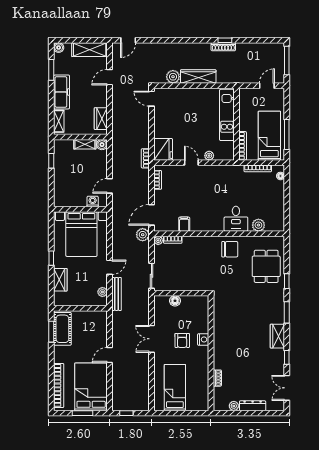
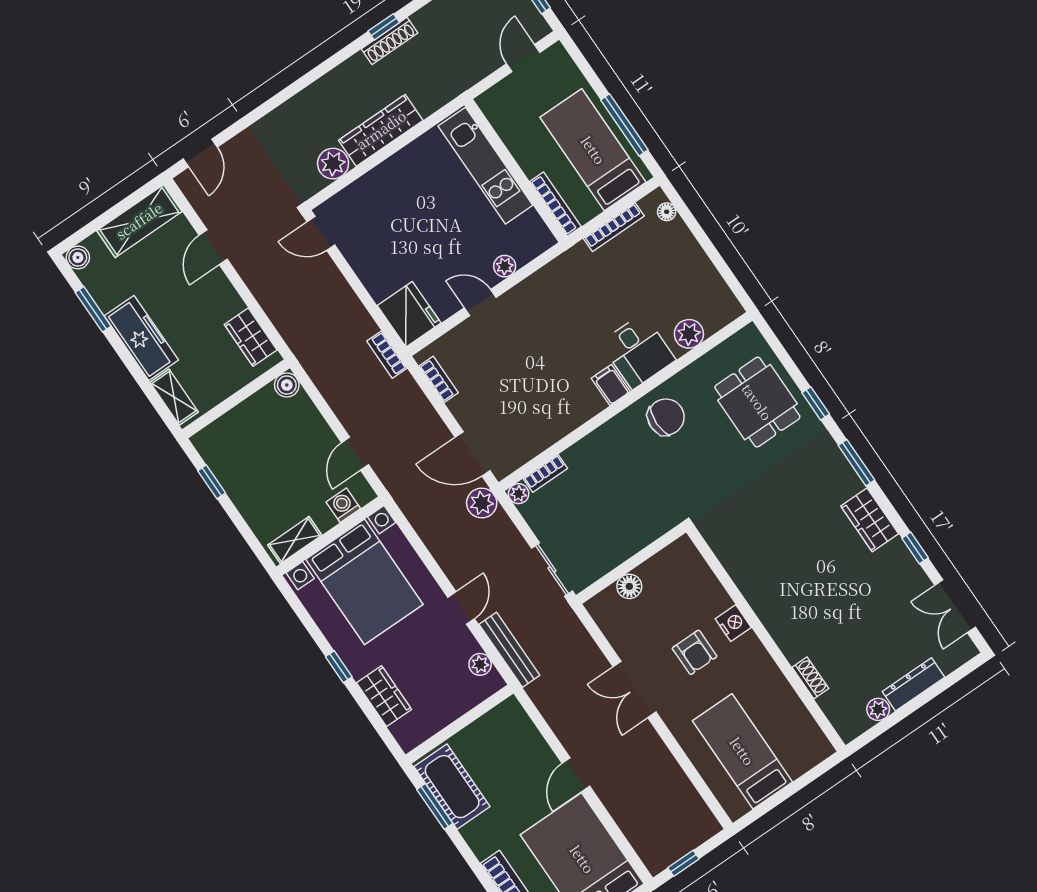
shelving: (85, 144) -> (295, 540), moved
door: (152, 215) -> (473, 454), hinge flipped
filing cabinet: (184, 224) -> (611, 385), moved

